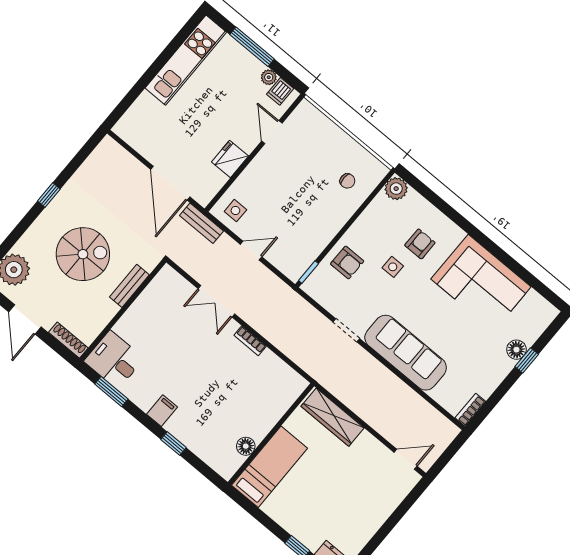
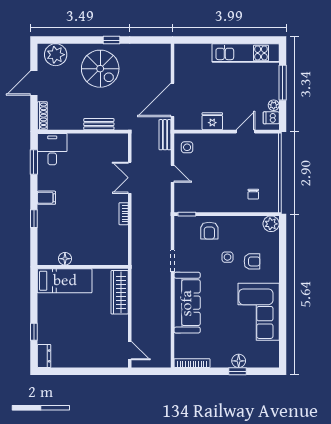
spiral stairs: (83, 254) -> (100, 69), moved
bookcase: (470, 410) -> (192, 363), width x1.56

